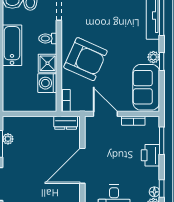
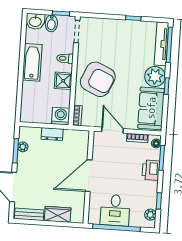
plant: (153, 57) -> (155, 77), width x1.88, depth x1.88
washing machine: (47, 83) -> (61, 116), moved, turned 90
dresser: (66, 123) -> (52, 134), moved
floor lamp: (154, 192) -> (156, 143), moved

